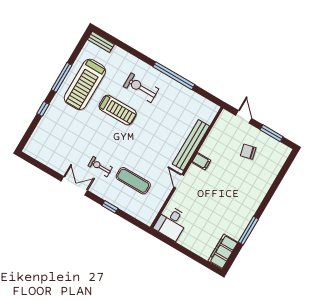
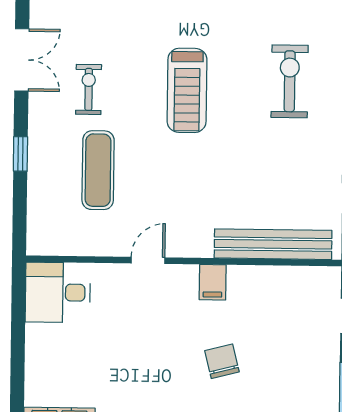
treadmill: (118, 110) -> (187, 90), moved
bench: (191, 145) -> (273, 244), moved
chair: (248, 152) -> (222, 361), moved

